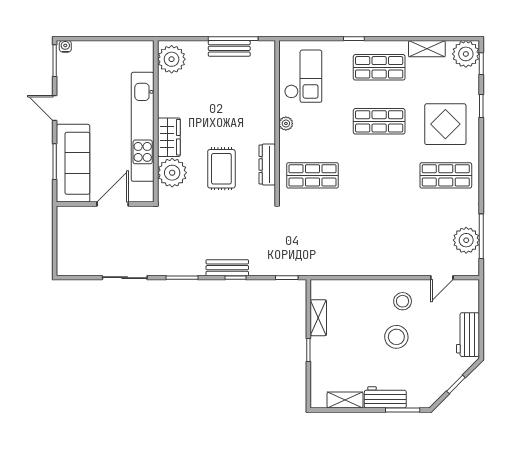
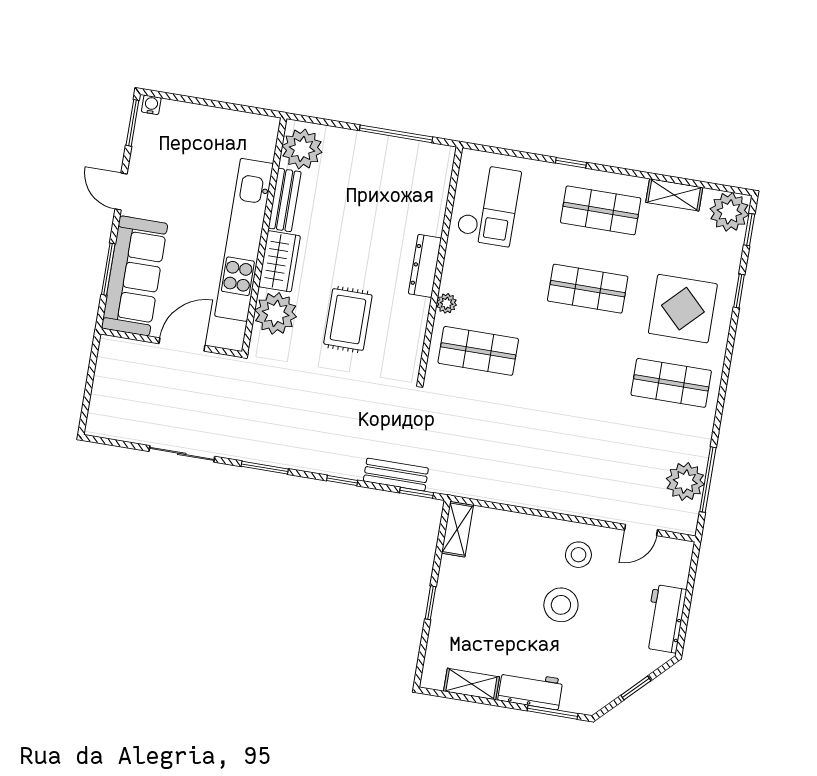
bench: (229, 48) -> (285, 200), moved, turned 90
plant: (286, 124) -> (447, 303), moved
dresser: (267, 165) -> (425, 266), moved
bench: (227, 268) -> (396, 475), moved
shelving: (318, 318) -> (457, 529), moved

